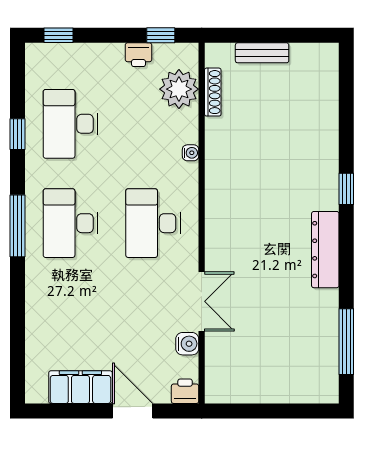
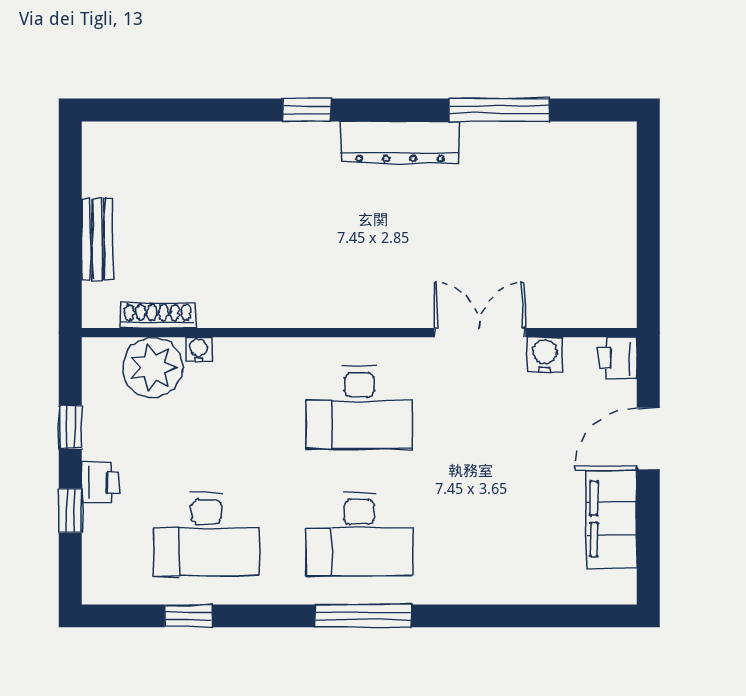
window: (58, 35) -> (70, 511), moved
window: (161, 35) -> (70, 427), moved
printer: (139, 55) -> (100, 483), moved
window: (17, 134) -> (189, 616), moved
water cooler: (191, 153) -> (199, 350), moved
window: (346, 342) -> (500, 110), moved

